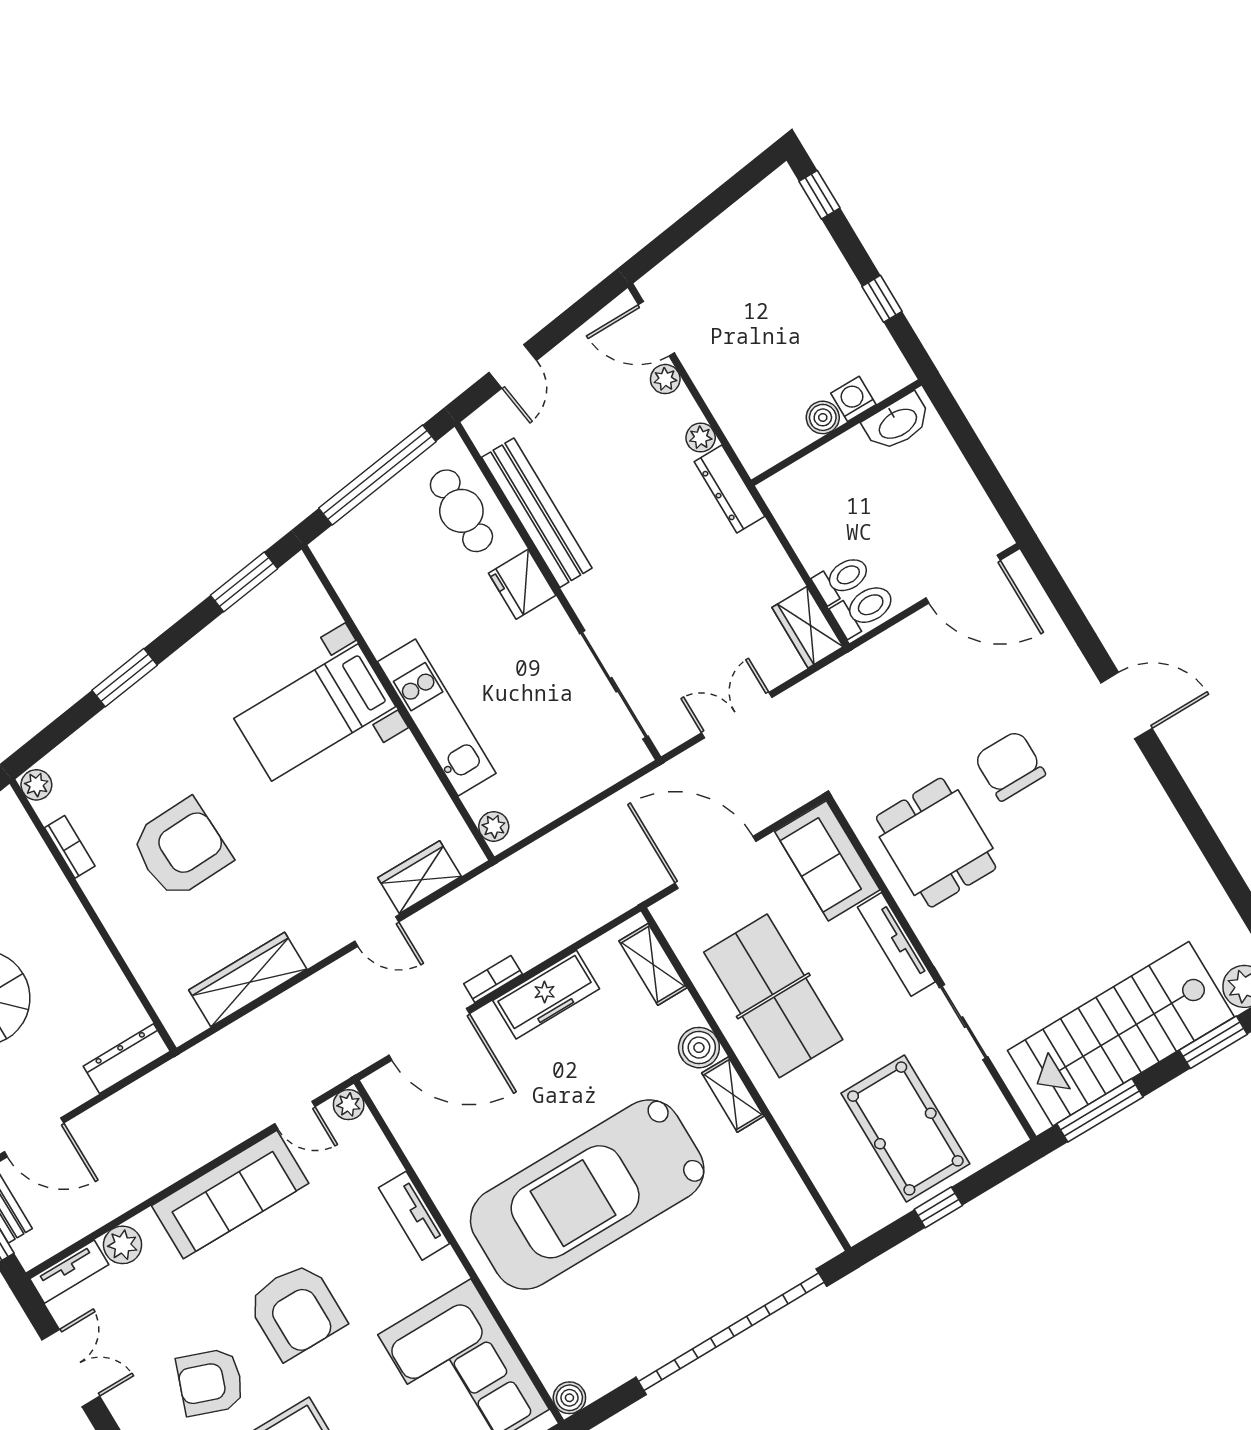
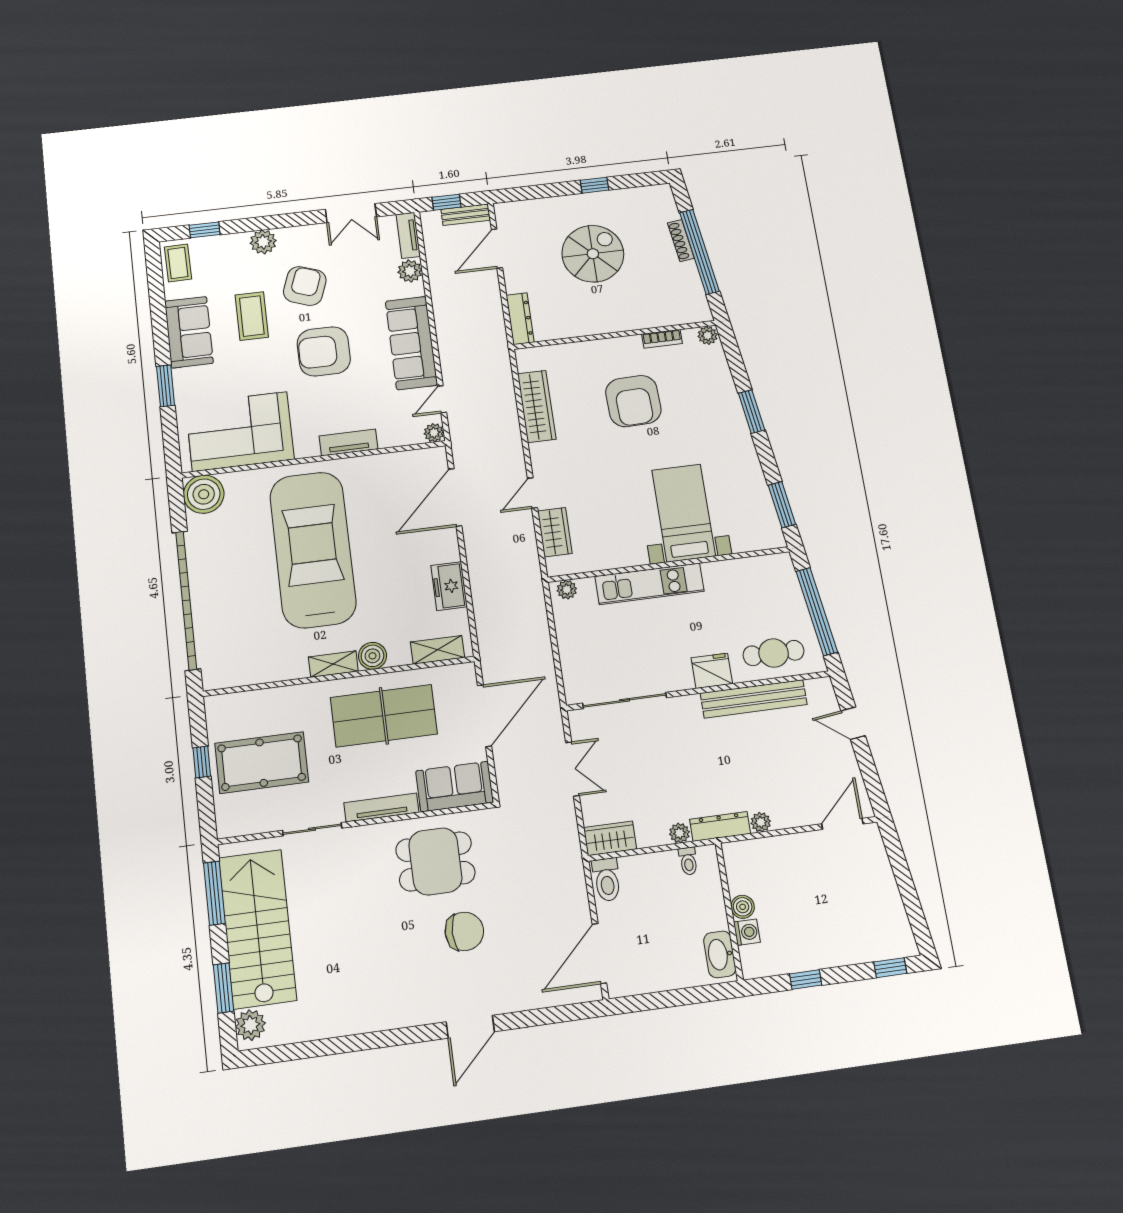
plant: (665, 379) -> (679, 833), moved
toilet: (842, 579) -> (688, 861), moved, width x0.73, depth x0.72
bookcase: (493, 979) -> (472, 549), removed
freezer: (546, 995) -> (449, 586), width x0.71
boiler: (569, 1398) -> (204, 494), width x1.86, depth x1.86

